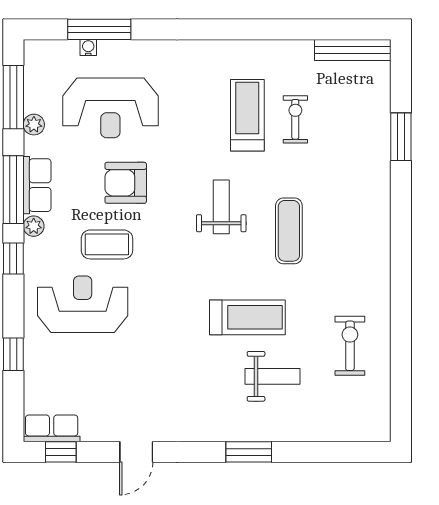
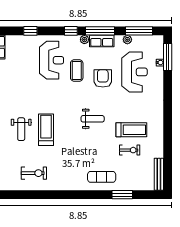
window: (99, 29) -> (168, 57), moved
reception desk: (110, 108) -> (134, 72), turned 180
exercise mat: (289, 231) -> (102, 177), moved
treadmill: (247, 317) -> (46, 130), turned 180
weight bench: (272, 376) -> (21, 129), moved

